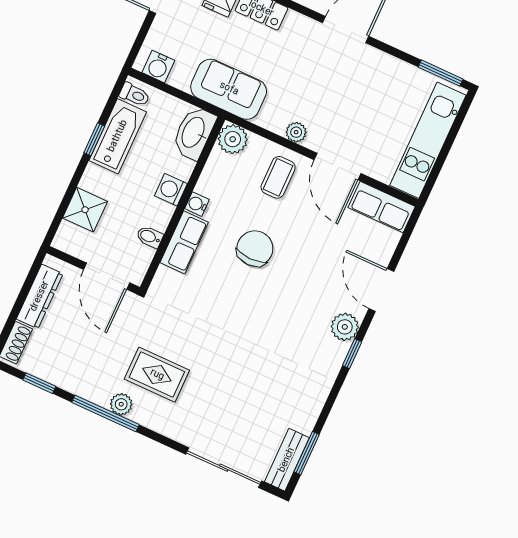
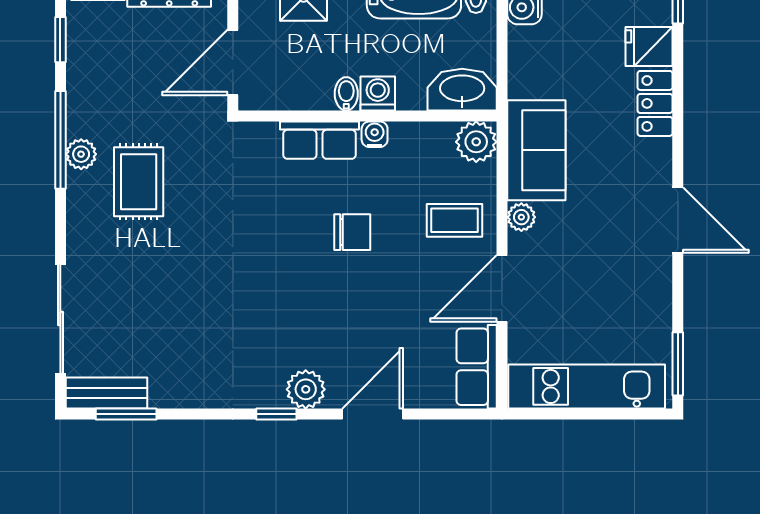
sofa: (229, 89) -> (536, 150), moved
bidet: (150, 237) -> (346, 94), moved
chair: (255, 248) -> (352, 232), width x0.73, depth x0.73

